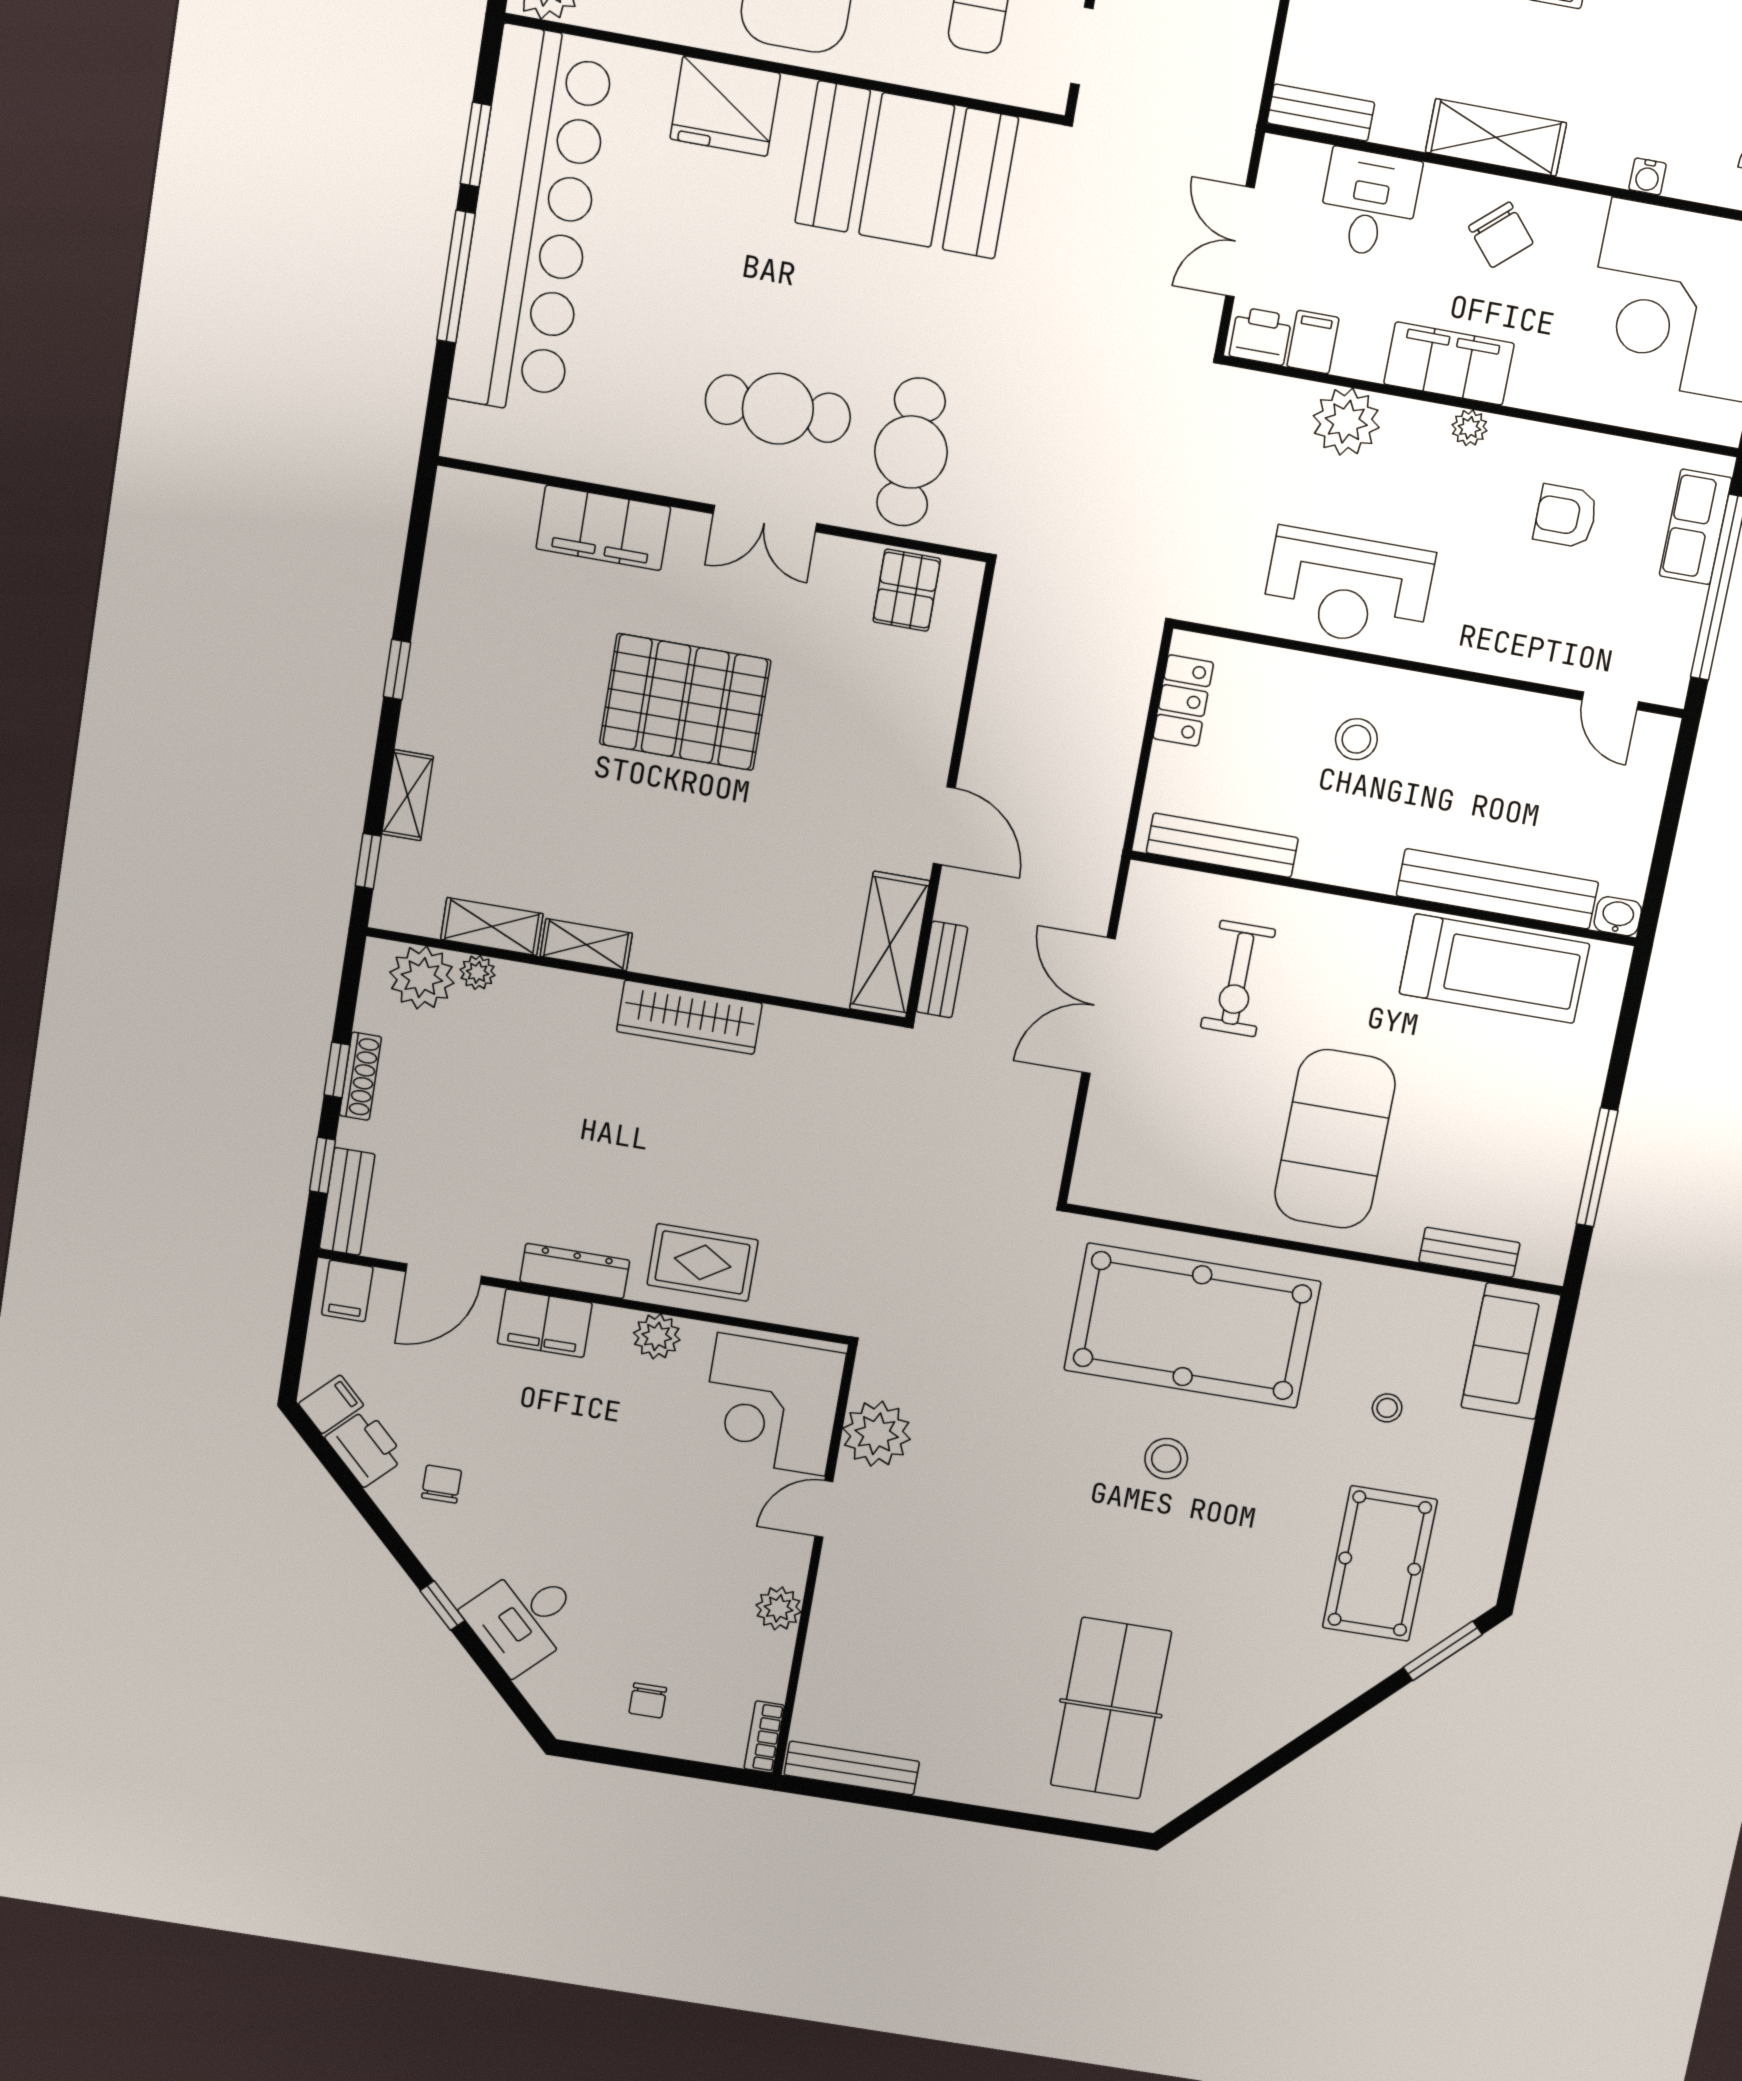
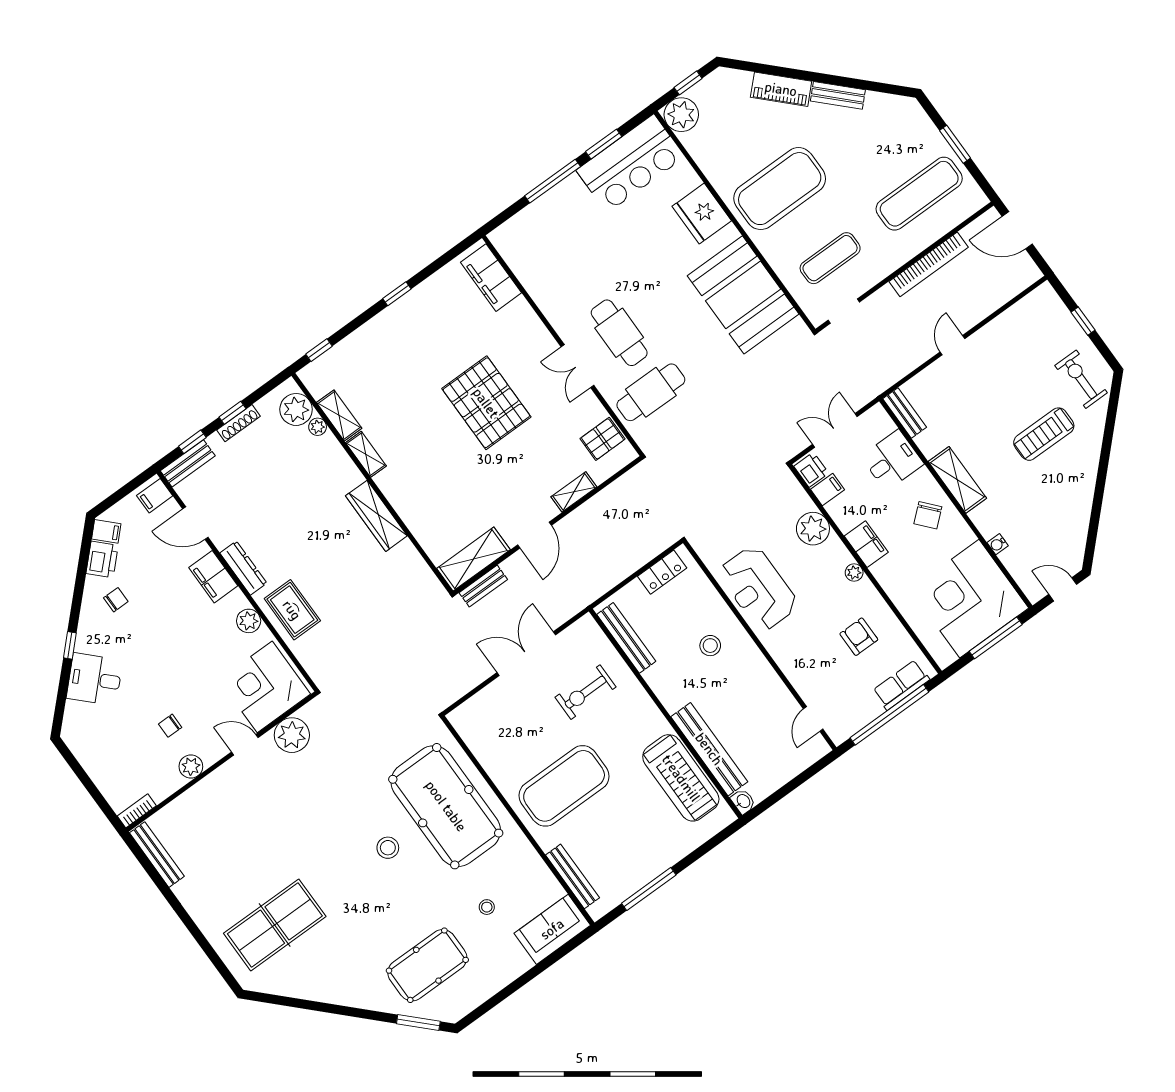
bar counter: (531, 222) -> (630, 164), width x0.54
filing cabinet: (1449, 364) -> (866, 544), width x0.67, depth x0.86
filing cabinet: (603, 528) -> (491, 278), moved
shelving: (408, 795) -> (574, 492), moved
bench: (1469, 1252) -> (572, 876), width x1.36
chair: (648, 1700) -> (170, 726), moved

